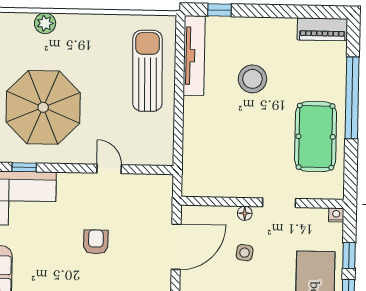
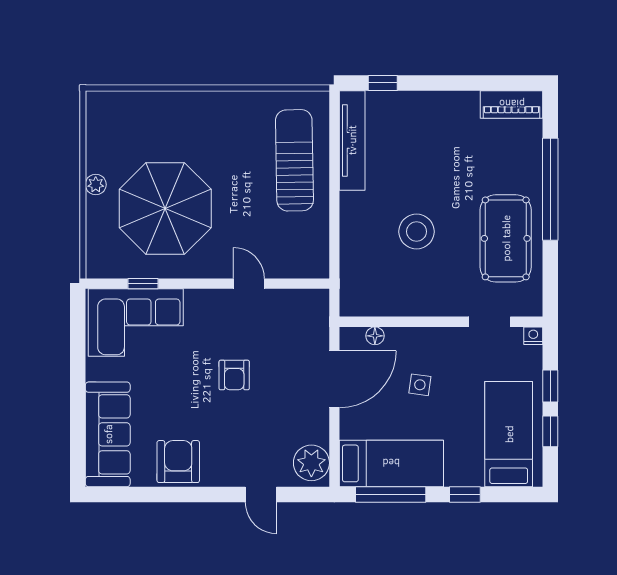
plant: (45, 23) -> (166, 104), removed
stool: (252, 79) -> (417, 232), moved
doorway: (279, 203) -> (489, 322), moved
floor lamp: (245, 213) -> (375, 336), moved
armchair: (96, 242) -> (234, 375), turned 180

